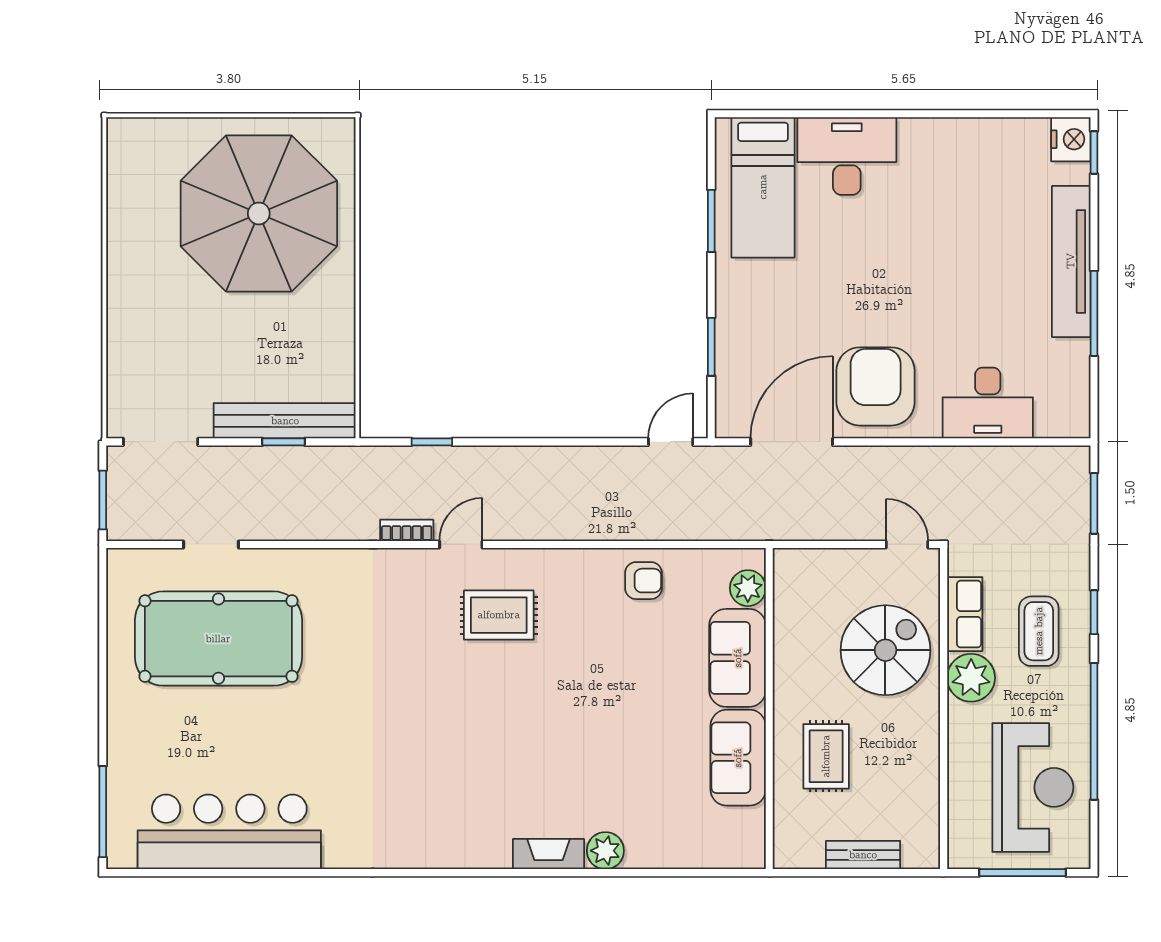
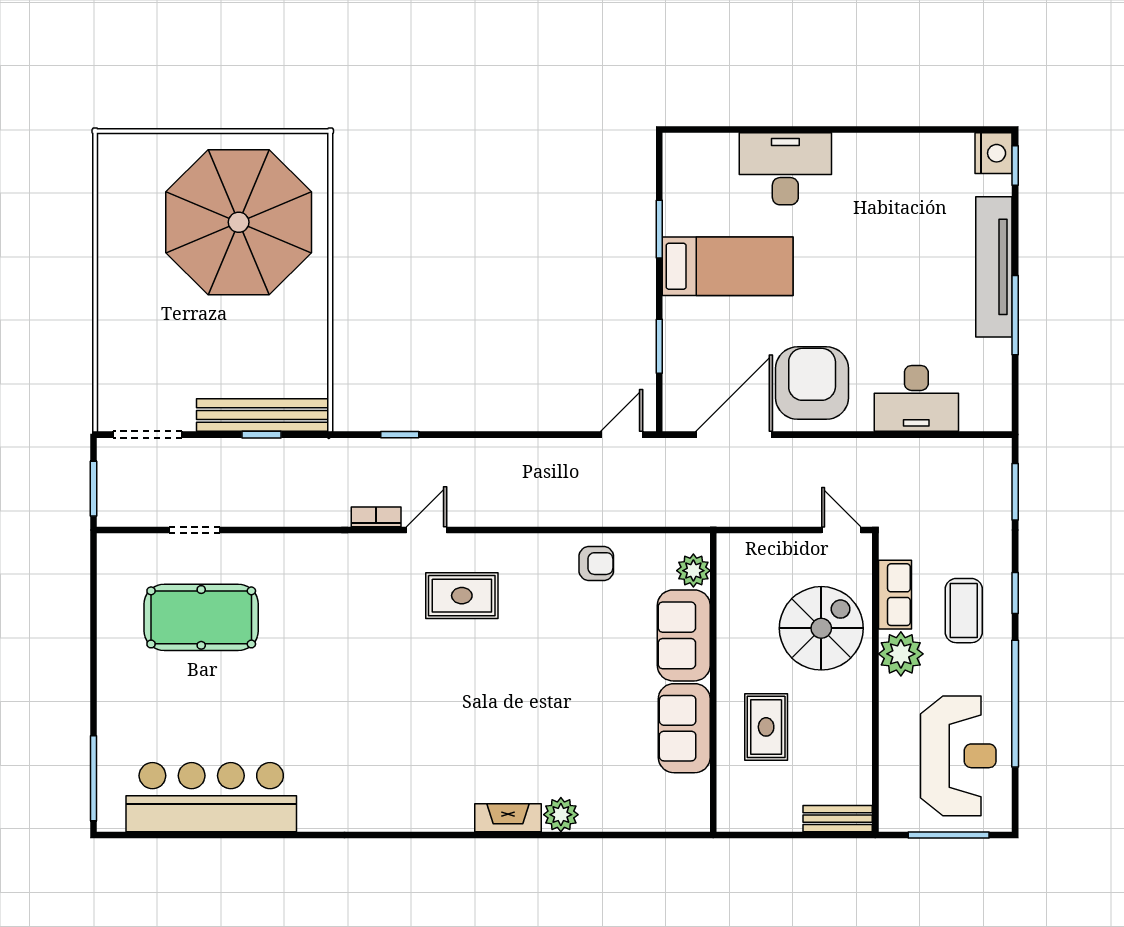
bed: (763, 187) -> (728, 266), moved, turned -90
pool table: (218, 639) -> (201, 617), width x0.73, depth x0.76
bench: (863, 855) -> (838, 819), moved

